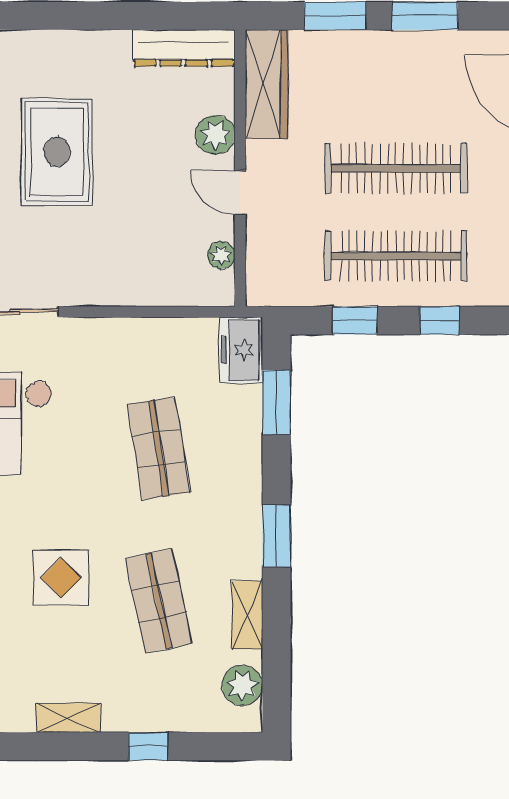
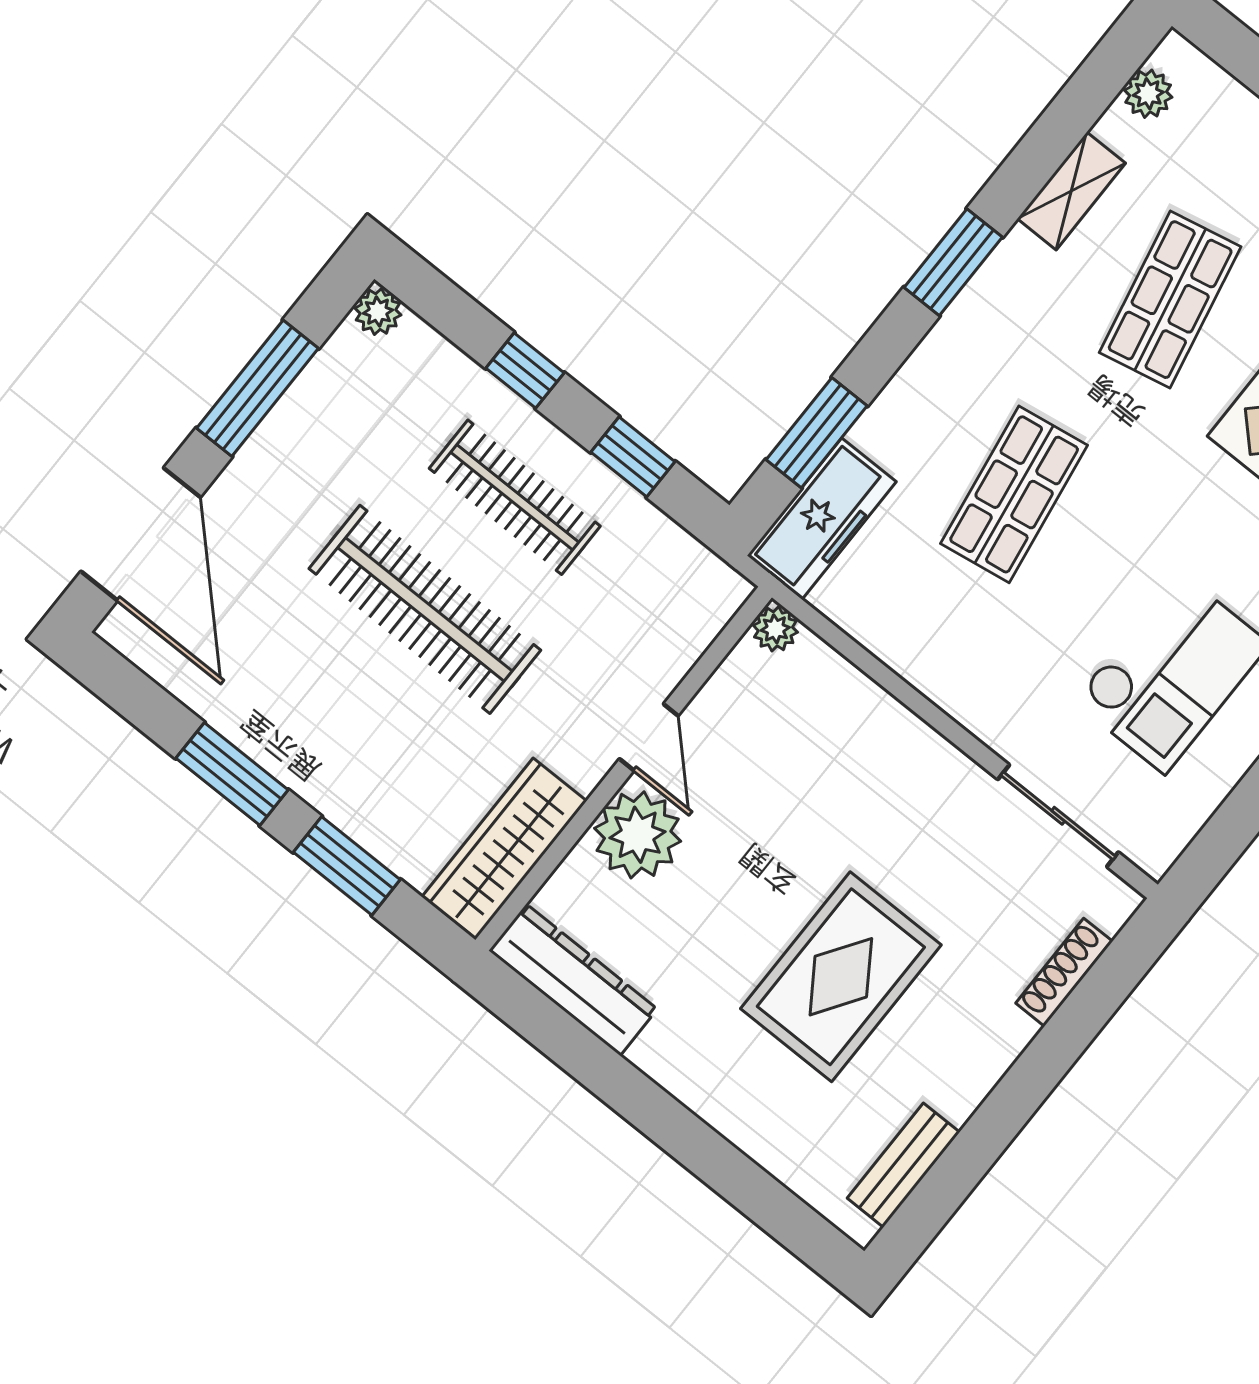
plant: (215, 135) -> (638, 835), width x1.36, depth x1.36
plant: (221, 255) -> (775, 629), moved
clothes rail: (396, 256) -> (515, 497), width x0.73, depth x0.76
freezer: (241, 350) -> (822, 519), width x1.40
plant: (242, 685) -> (1148, 94), width x0.73, depth x0.73

